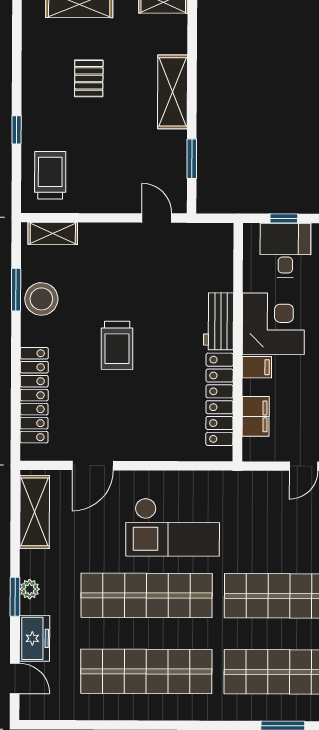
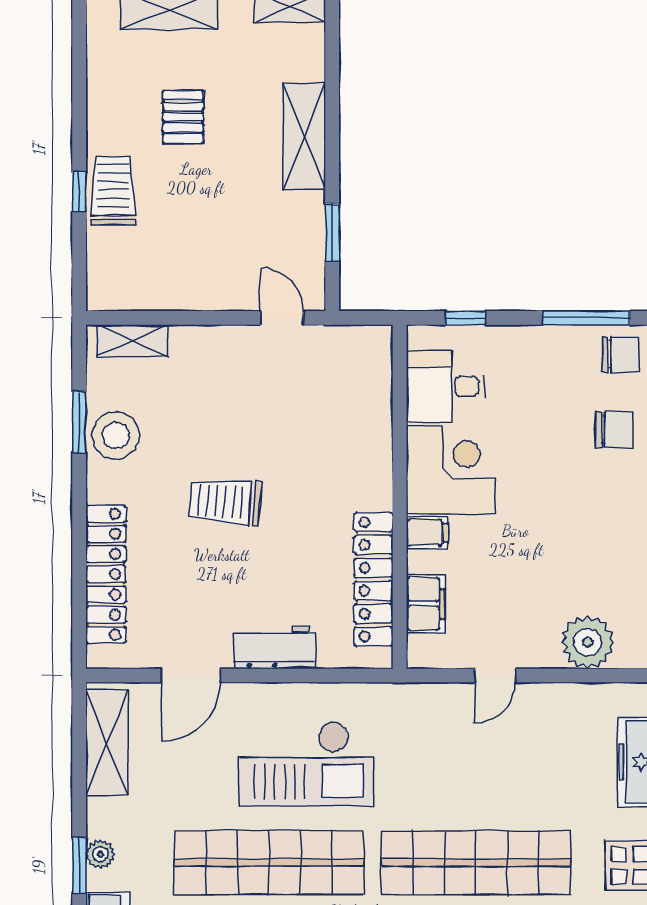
trolley: (50, 175) -> (113, 191), moved
desk: (285, 250) -> (446, 386), moved, turned -90
workbench: (218, 321) -> (274, 647), moved, turned 90
trolley: (117, 345) -> (225, 502), turned 94

